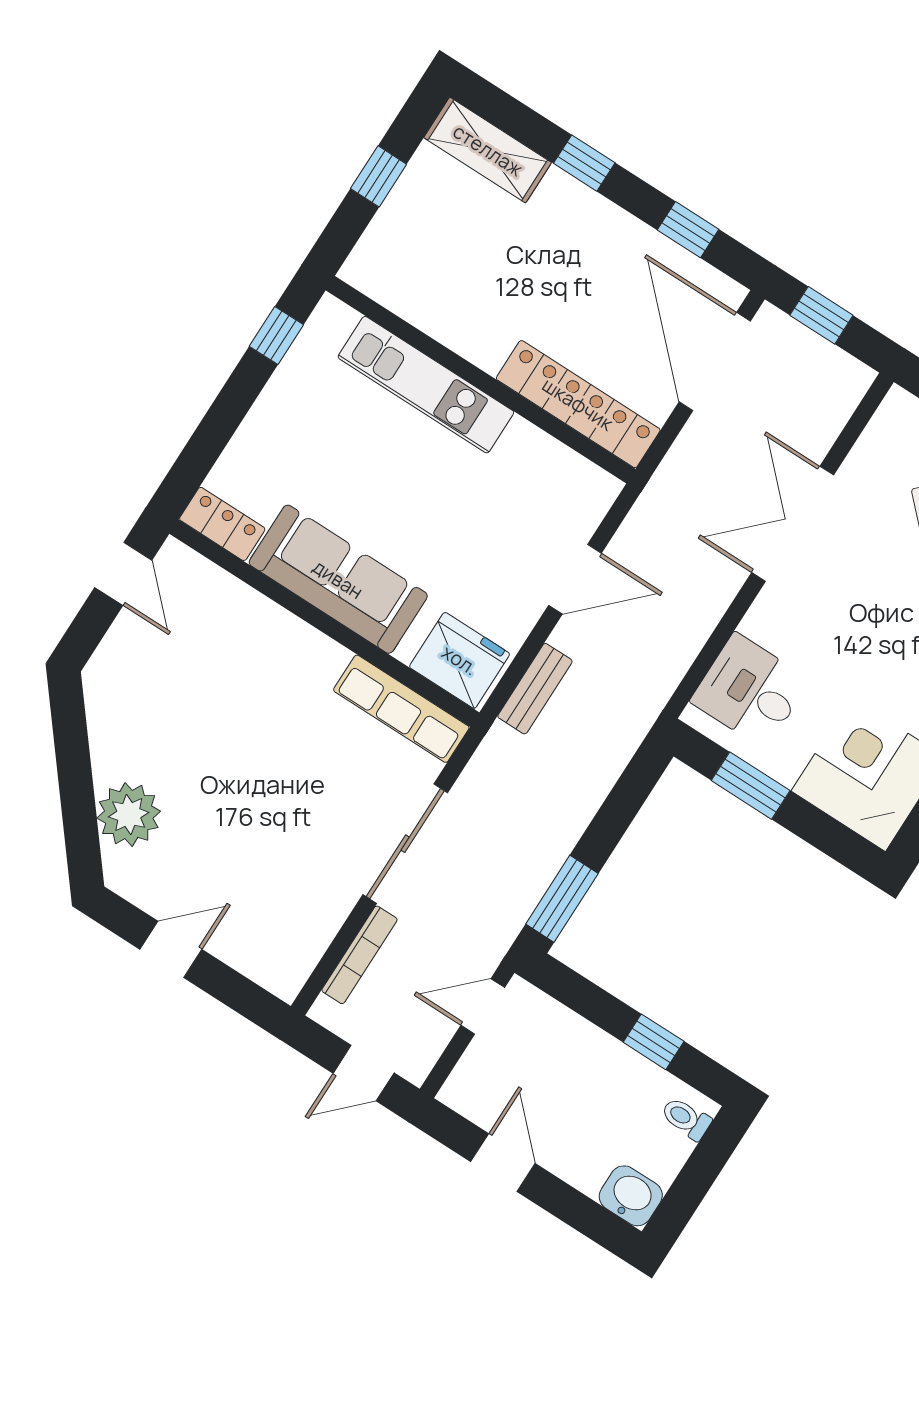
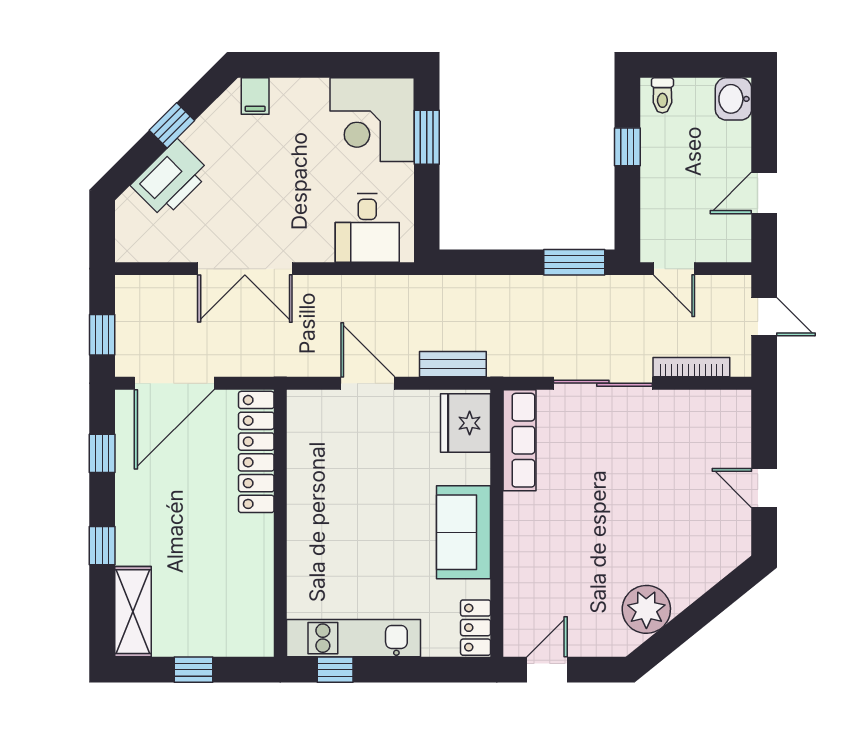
kitchen unit: (426, 385) -> (354, 638), moved, turned -90
sofa: (338, 579) -> (463, 532), width x0.73
window: (751, 786) -> (427, 137), moved
plant: (129, 815) -> (646, 609), moved

